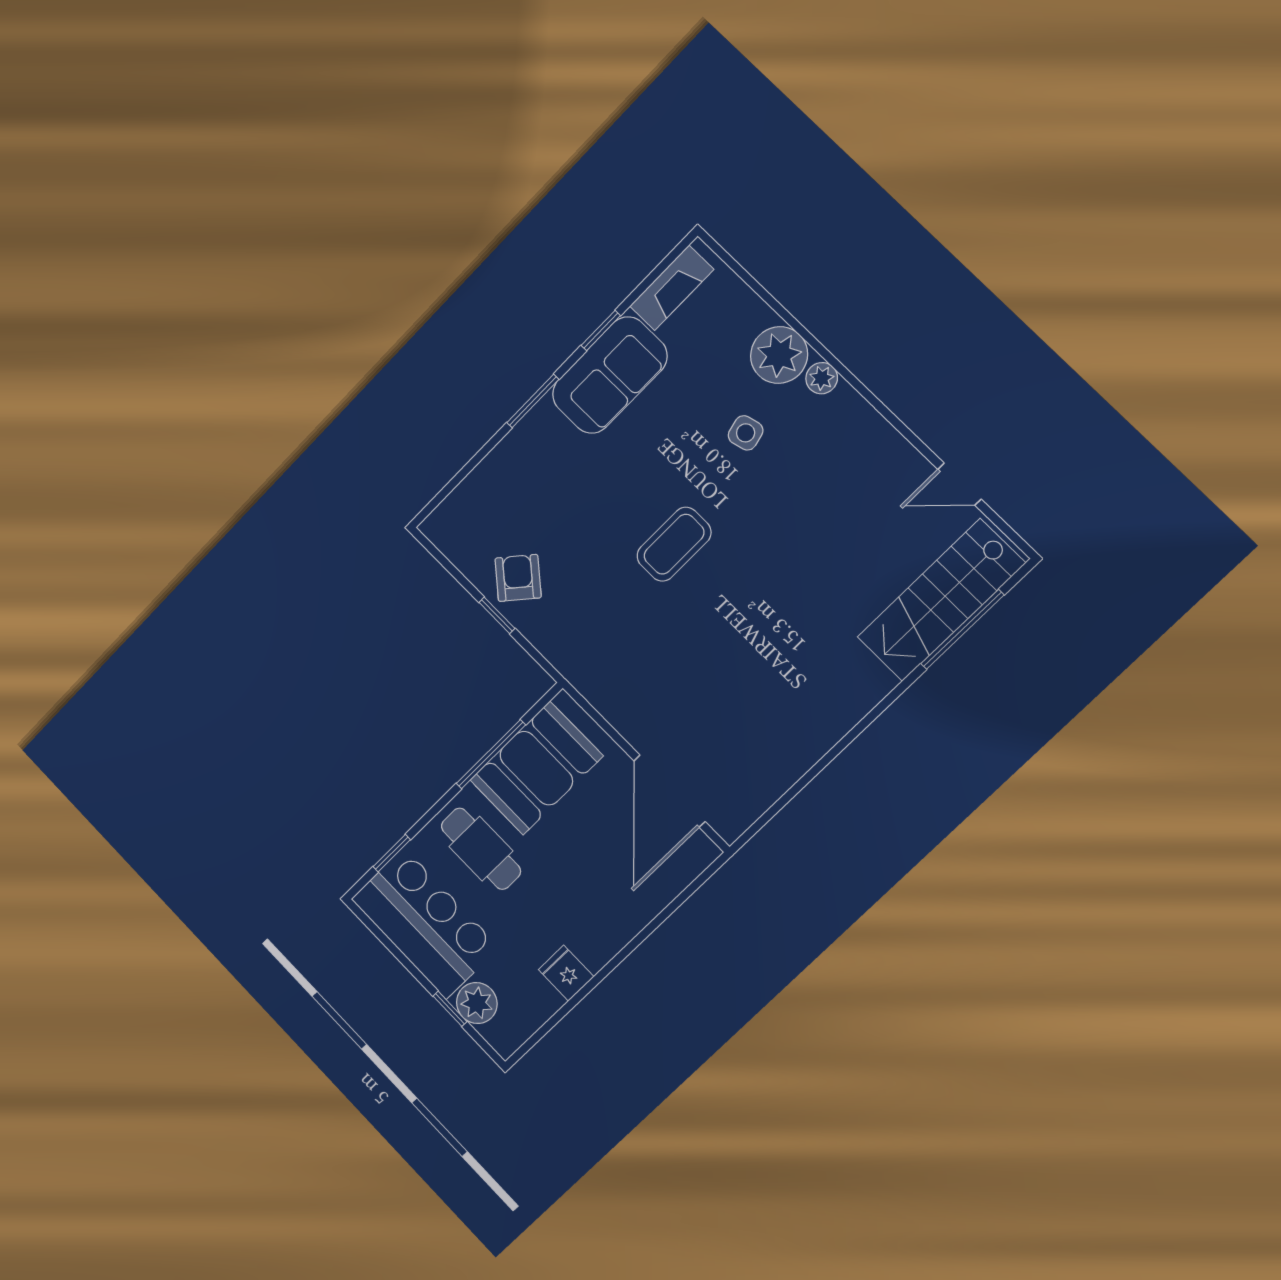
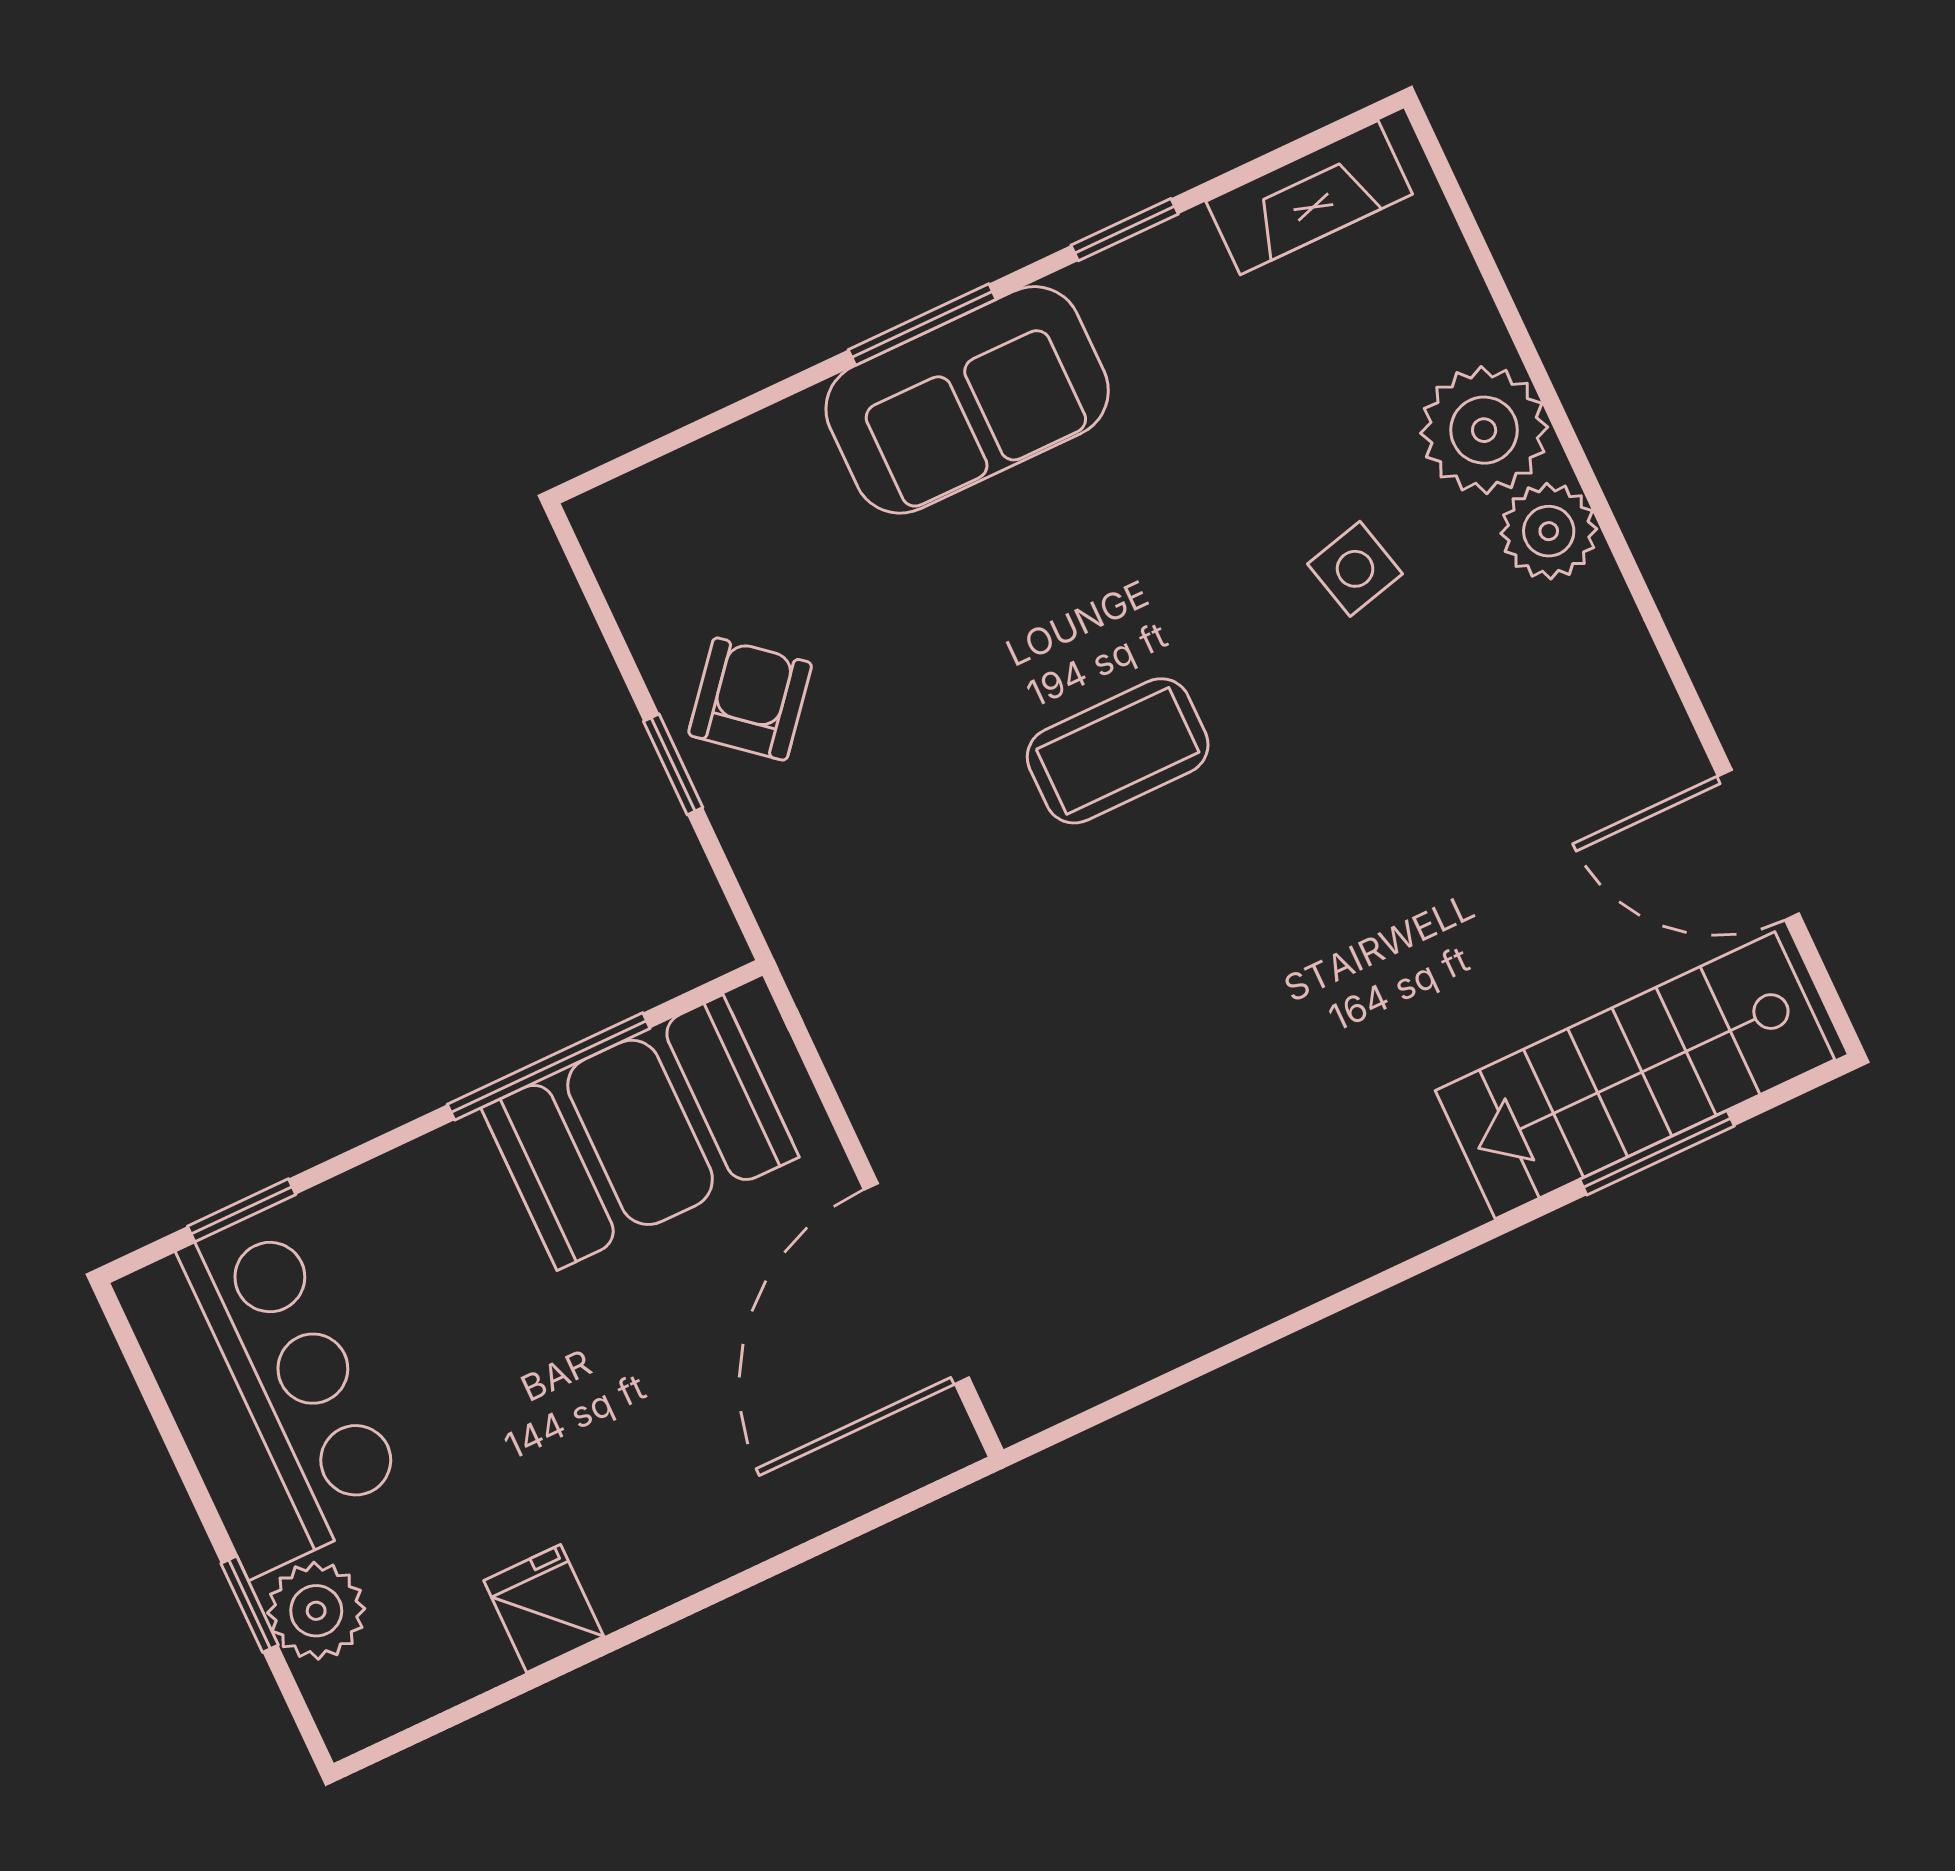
sofa: (610, 375) -> (967, 400), moved
plant: (822, 378) -> (1549, 531), width x1.38, depth x1.38
door: (959, 484) -> (1758, 845), width x1.38
window: (962, 629) -> (1657, 1153), width x0.69
cafe table: (481, 849) -> (450, 1269), removed

